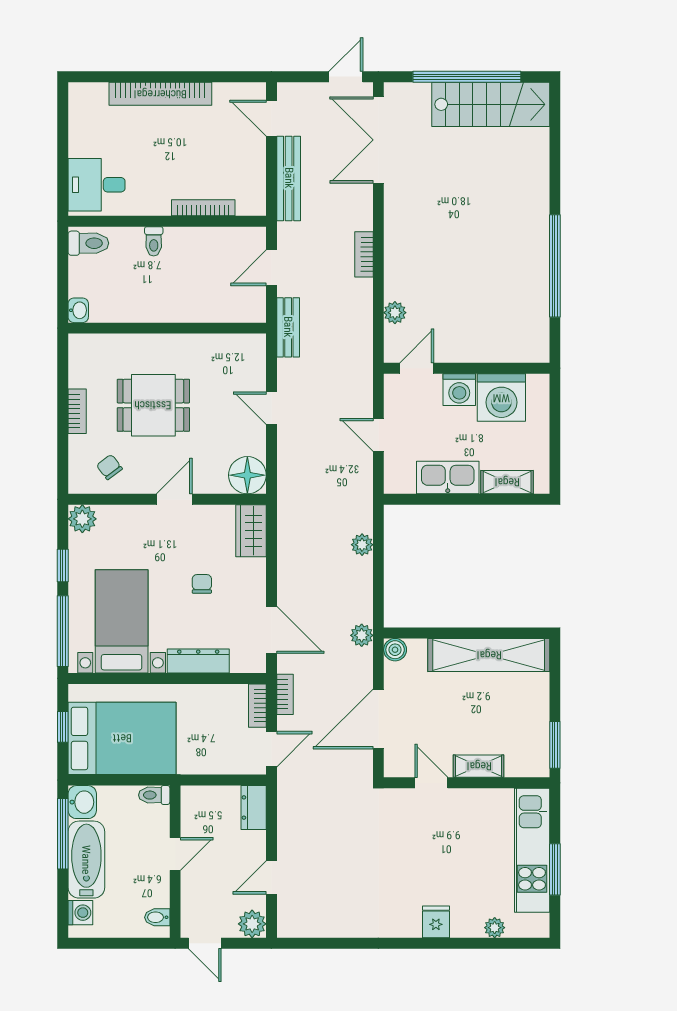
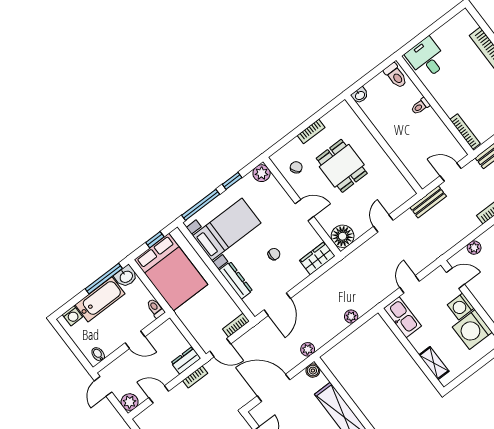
bookcase: (203, 208) -> (465, 132), moved
kitchen sink: (448, 478) -> (402, 317), moved
bookcase: (285, 694) -> (195, 377), moved

